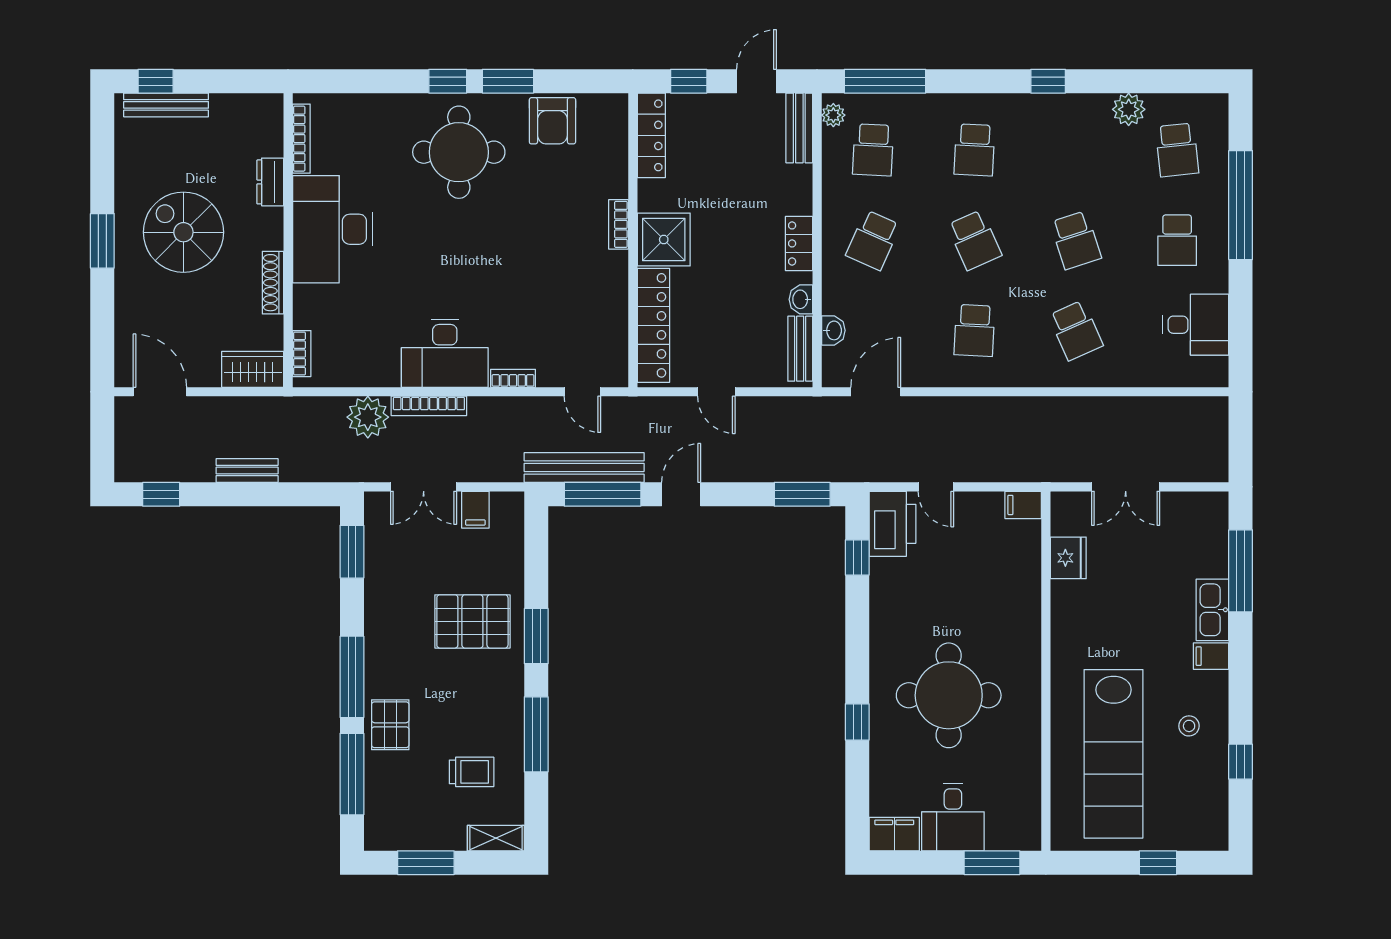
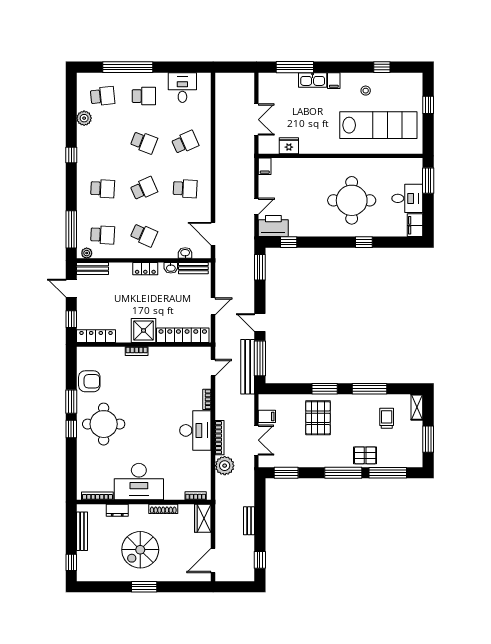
bench: (166, 105) -> (82, 531), moved
school desk: (1076, 240) -> (144, 142), turned 39

